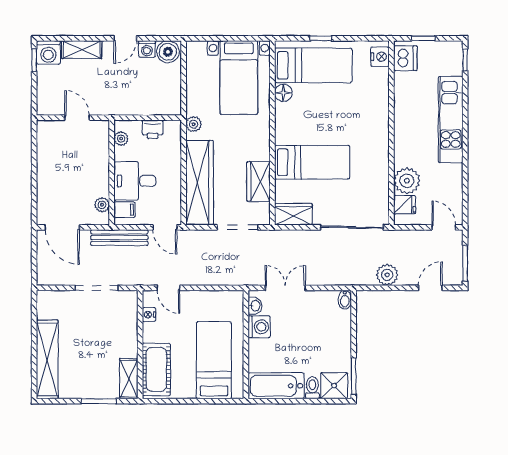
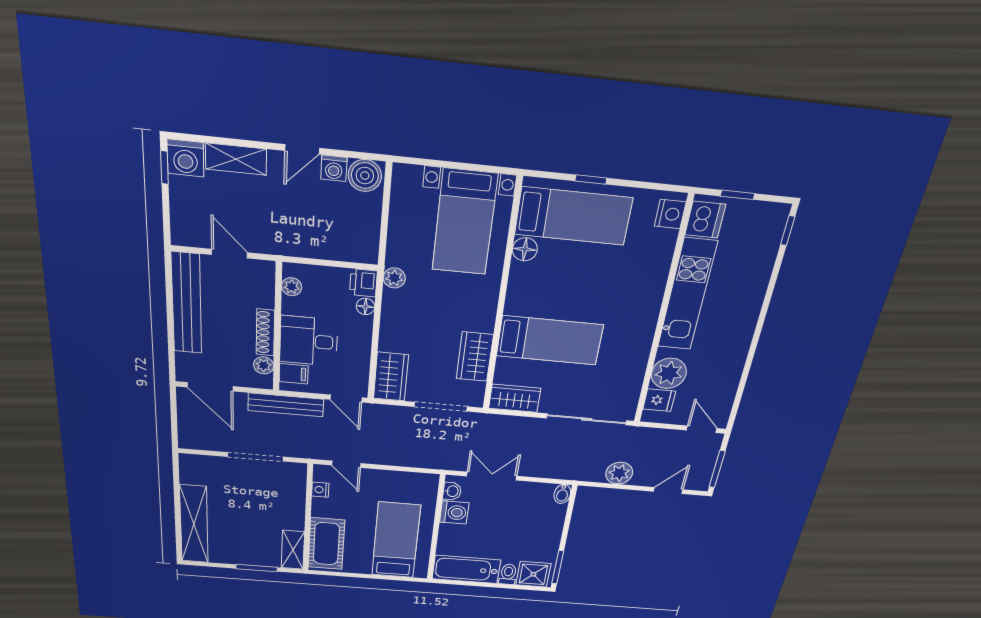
kitchen unit: (451, 120) -> (687, 295), moved, turned 180
printer: (153, 129) -> (363, 283), moved, turned 90
floor lamp: (175, 149) -> (365, 306), added
bench: (46, 159) -> (187, 303), added
shoe rack: (103, 177) -> (265, 332), added
wardrobe: (200, 183) -> (391, 377), width x0.48, depth x0.85

